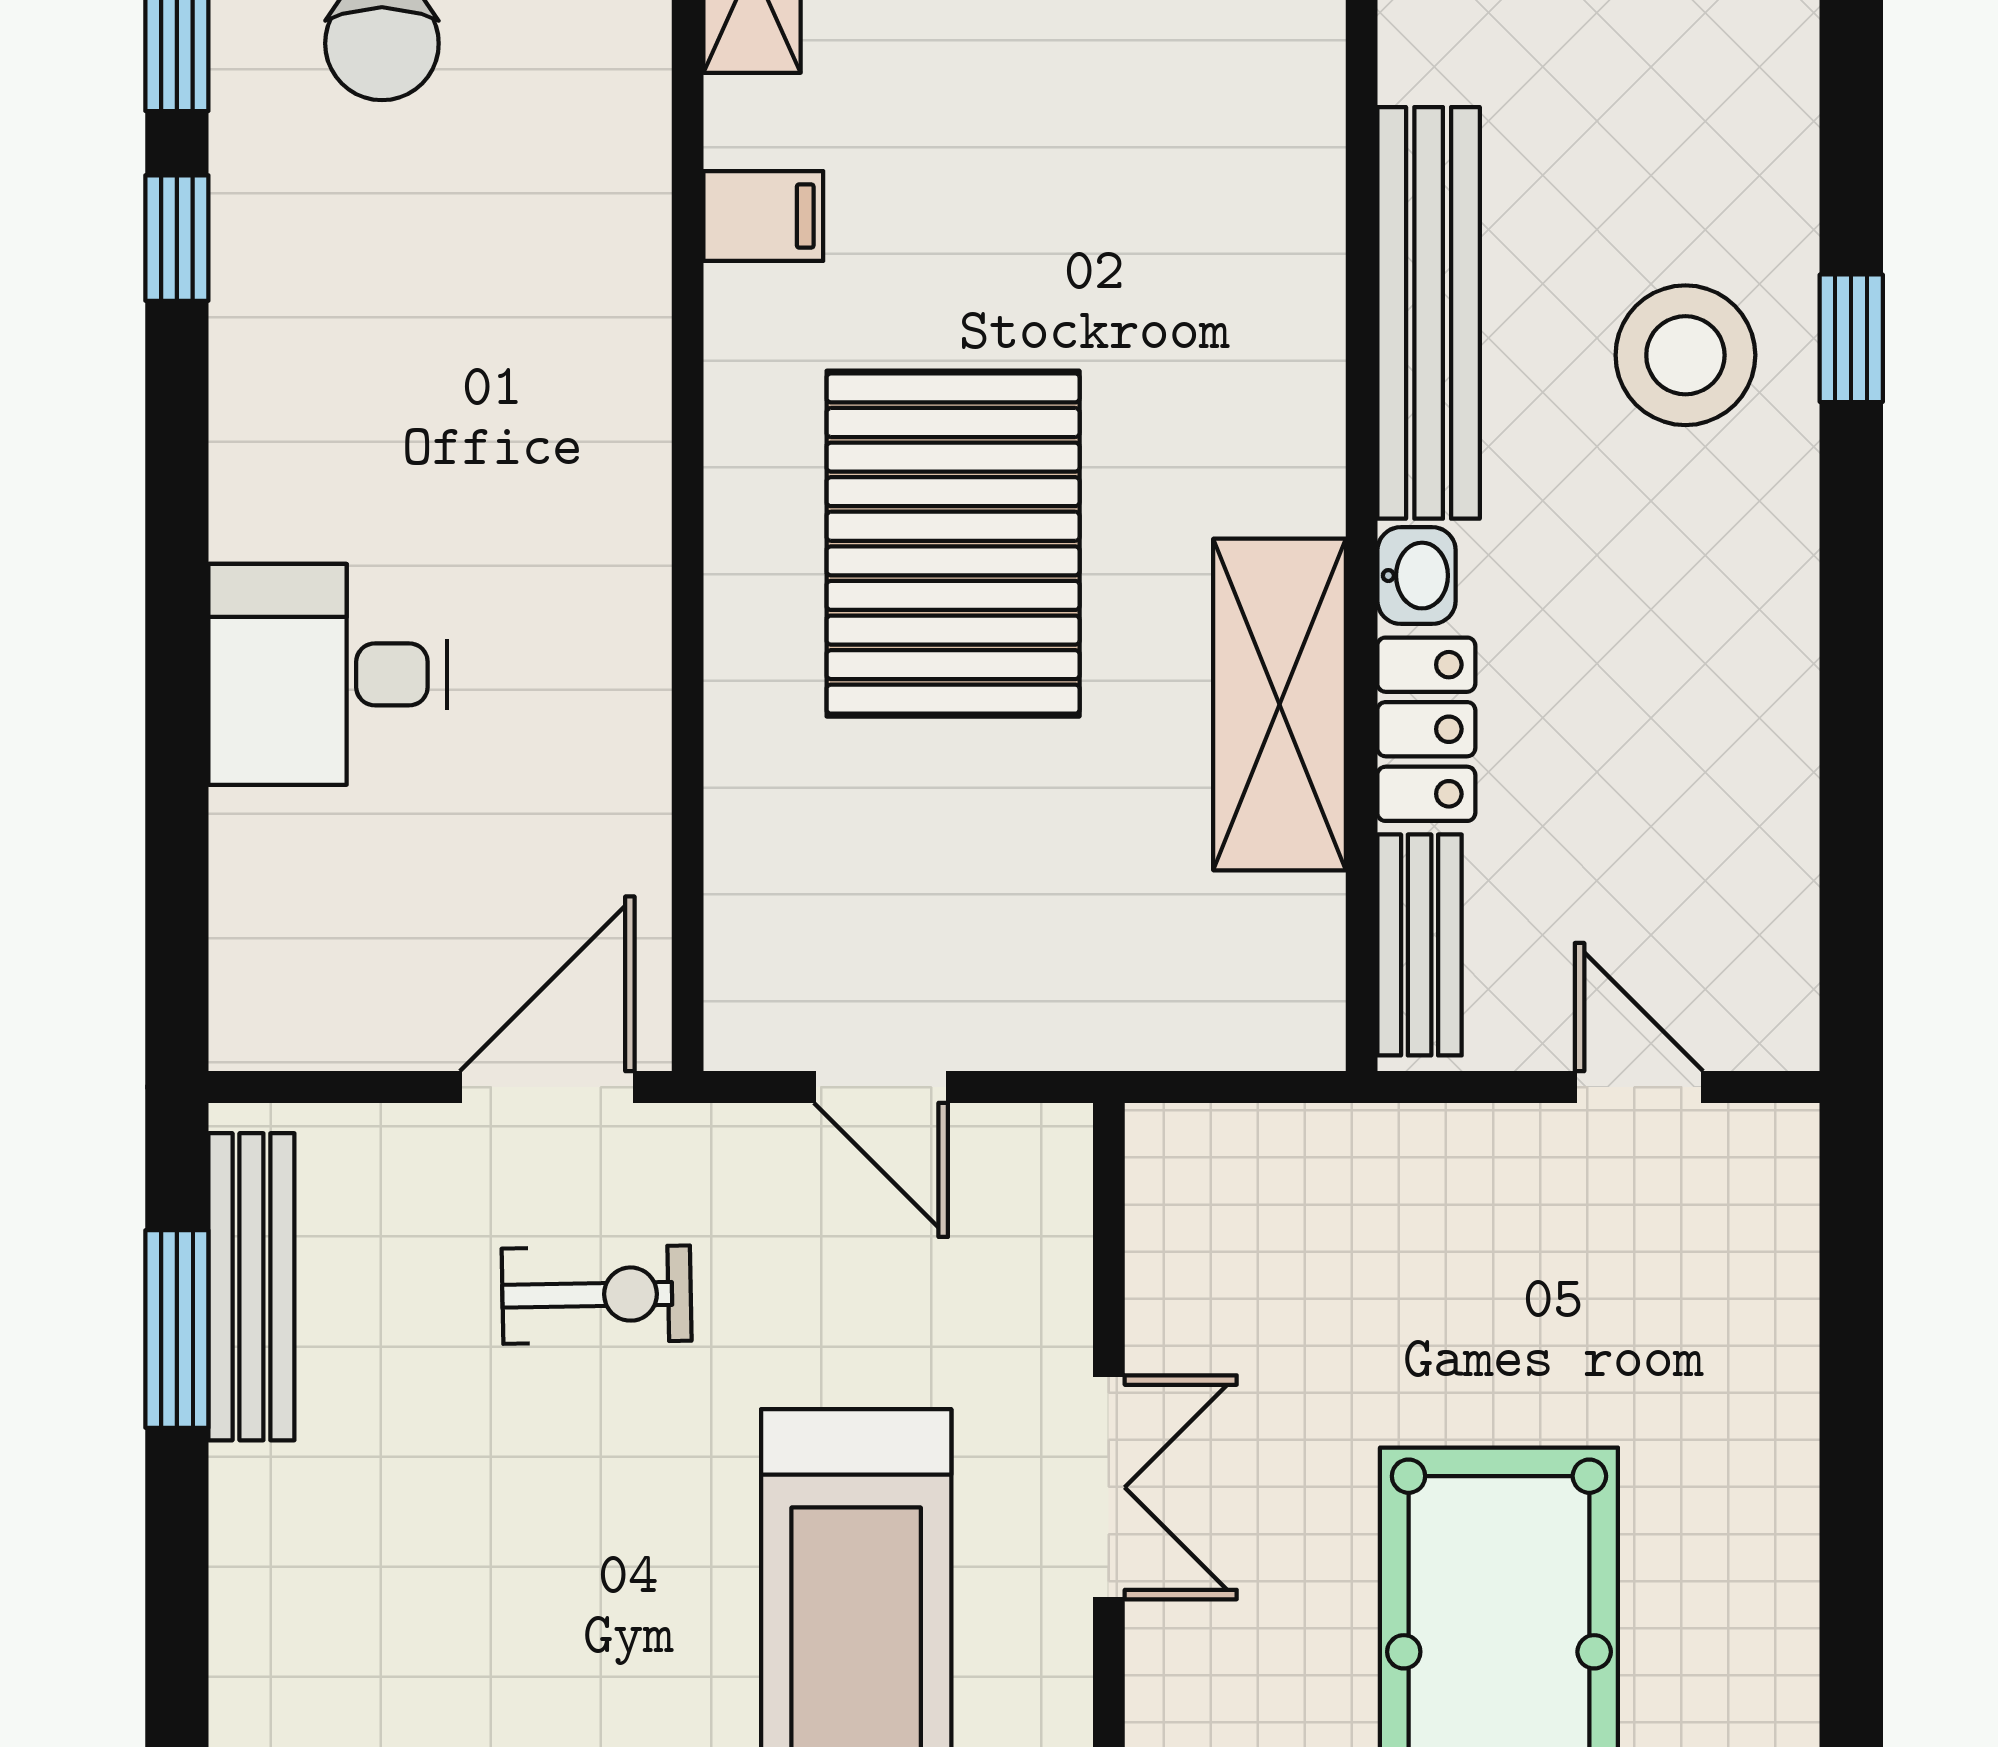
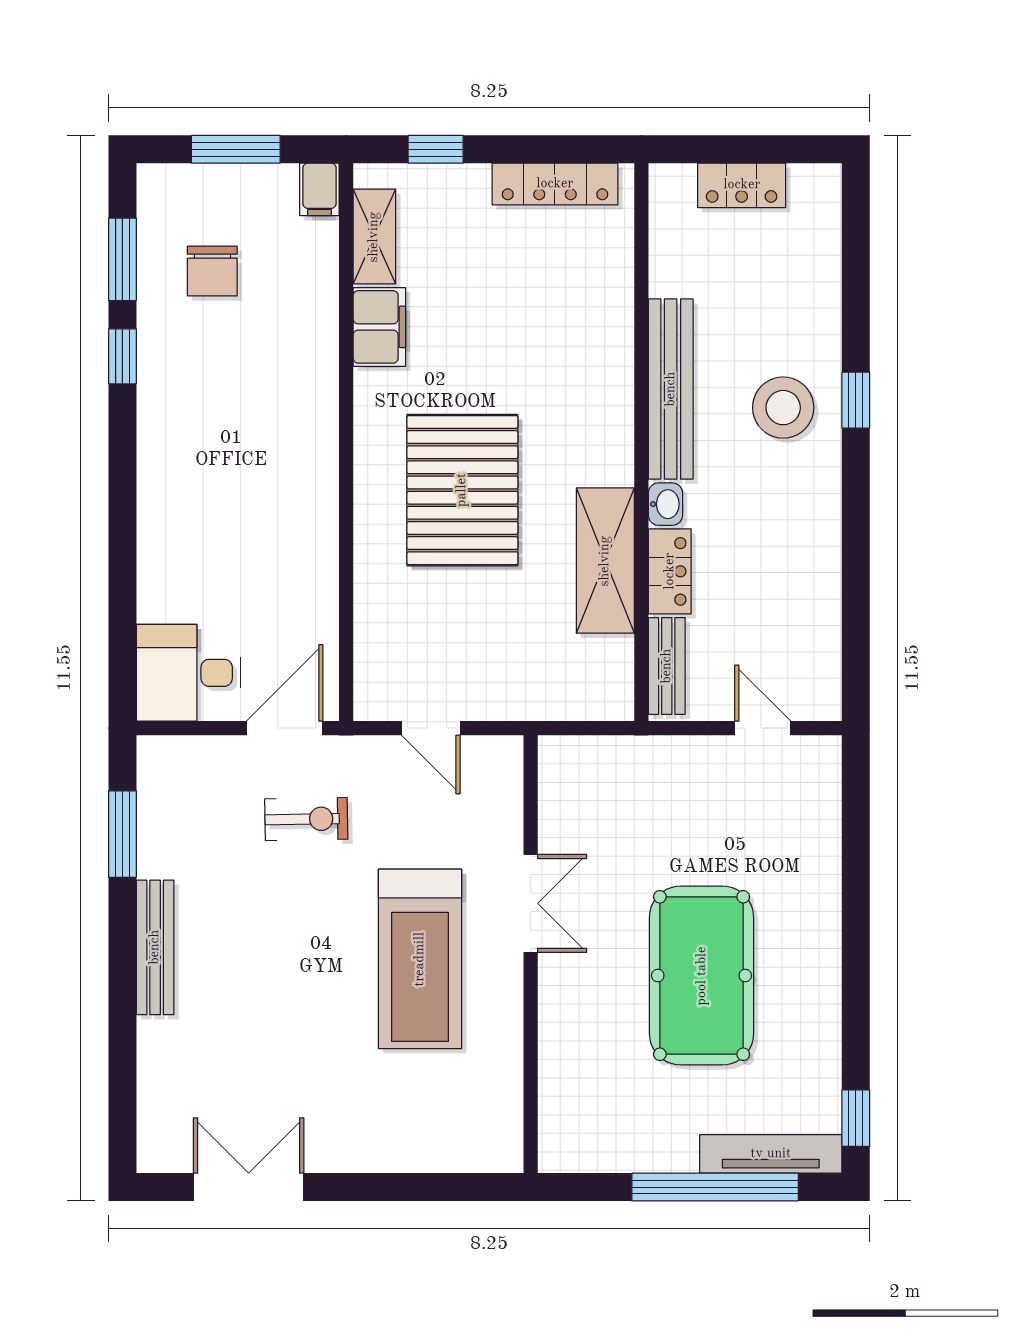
filing cabinet: (763, 216) -> (379, 327), width x2.00
desk: (328, 674) -> (188, 673), moved
bench: (251, 1287) -> (155, 947), moved

